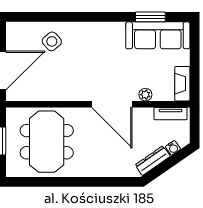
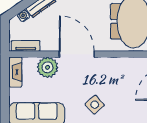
side table: (52, 41) -> (95, 105), moved
plant: (145, 95) -> (48, 67), width x1.88, depth x1.88

